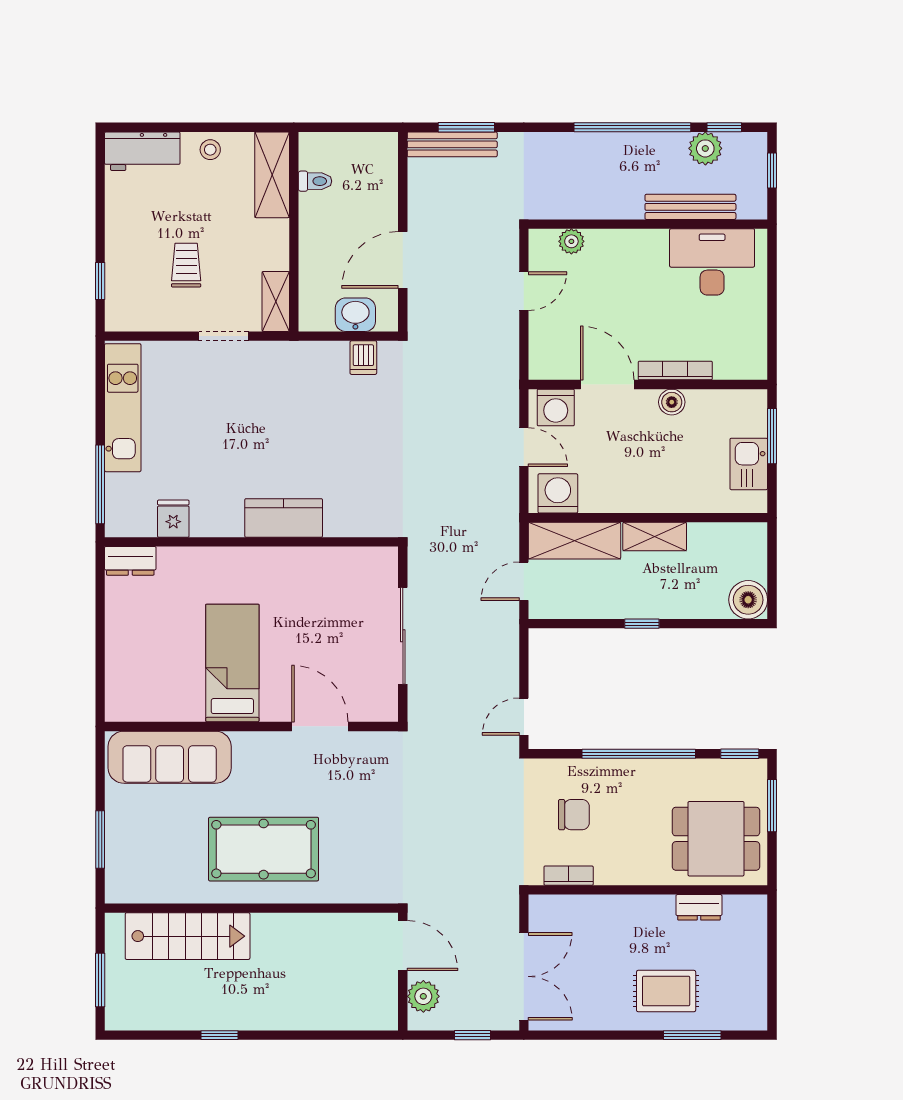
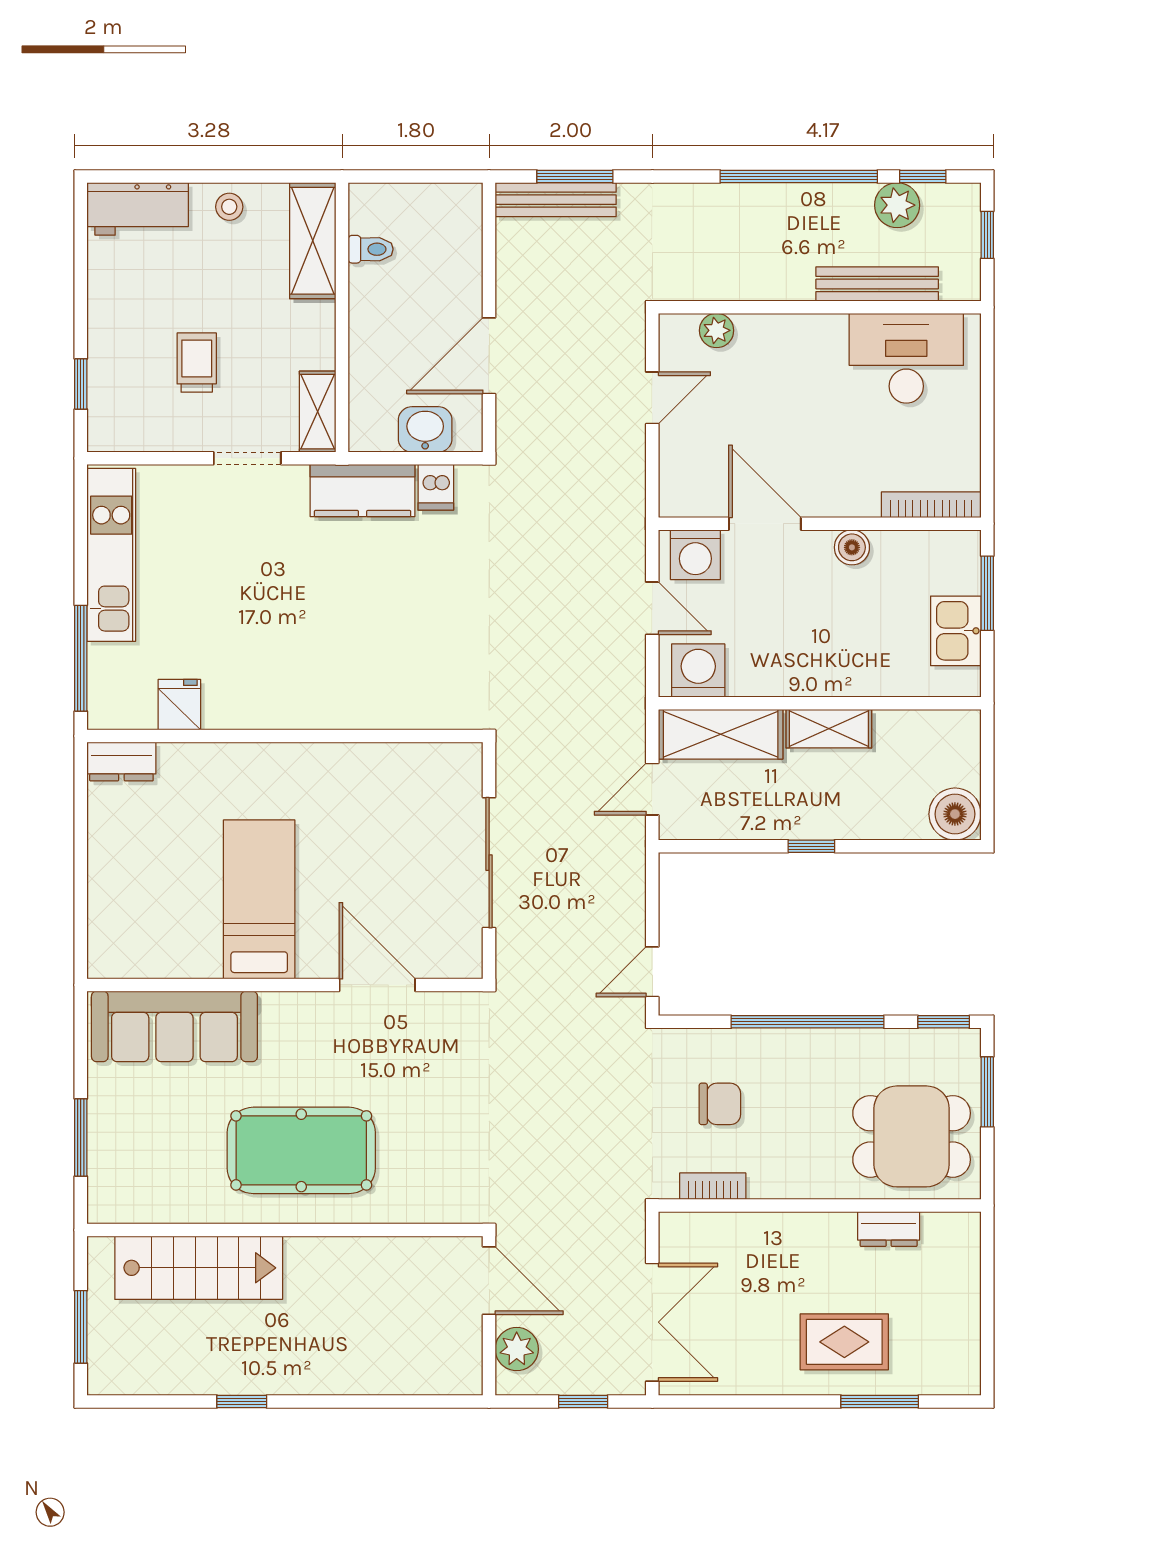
bookcase: (675, 371) -> (931, 505), moved
kitchen counter: (284, 518) -> (363, 491), moved, turned 180

